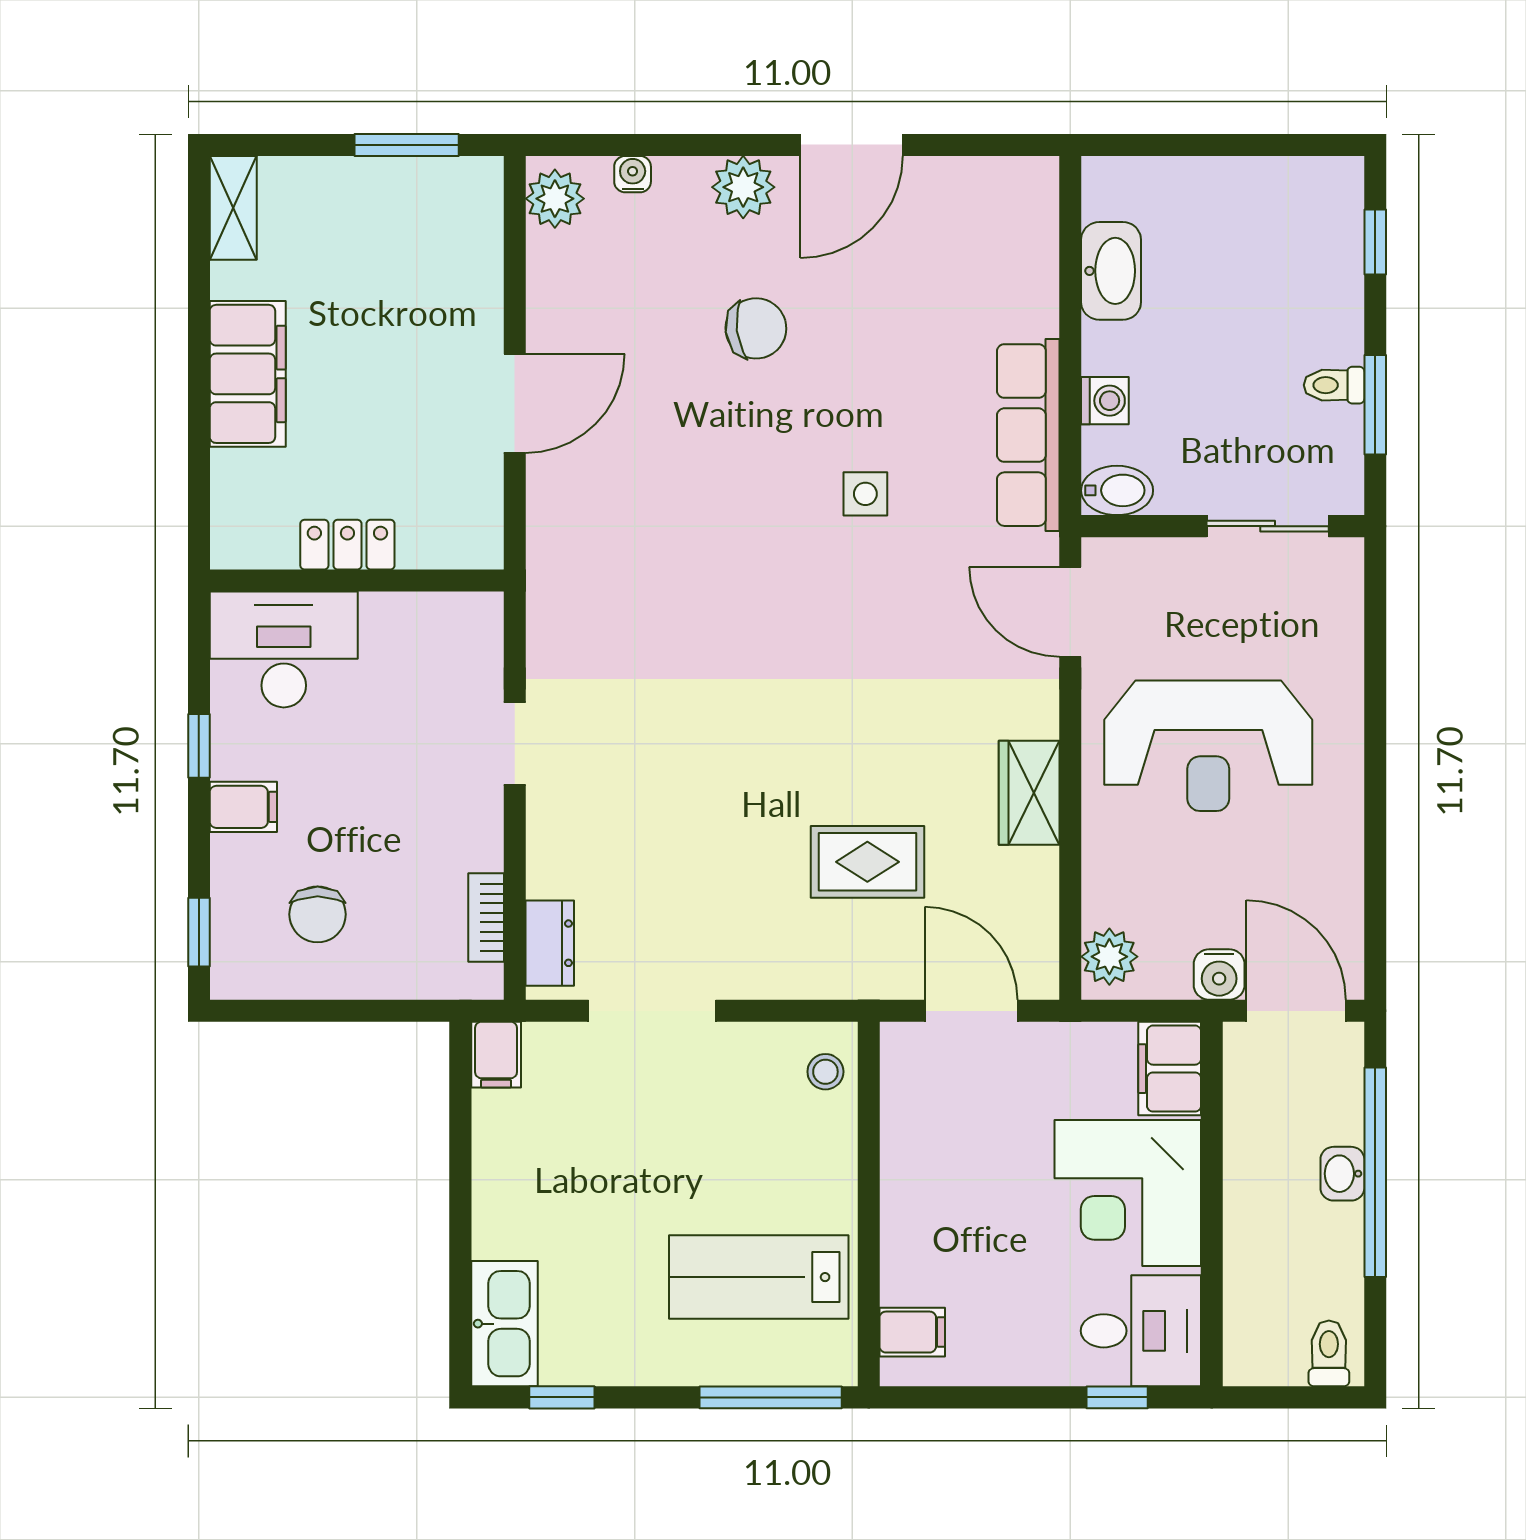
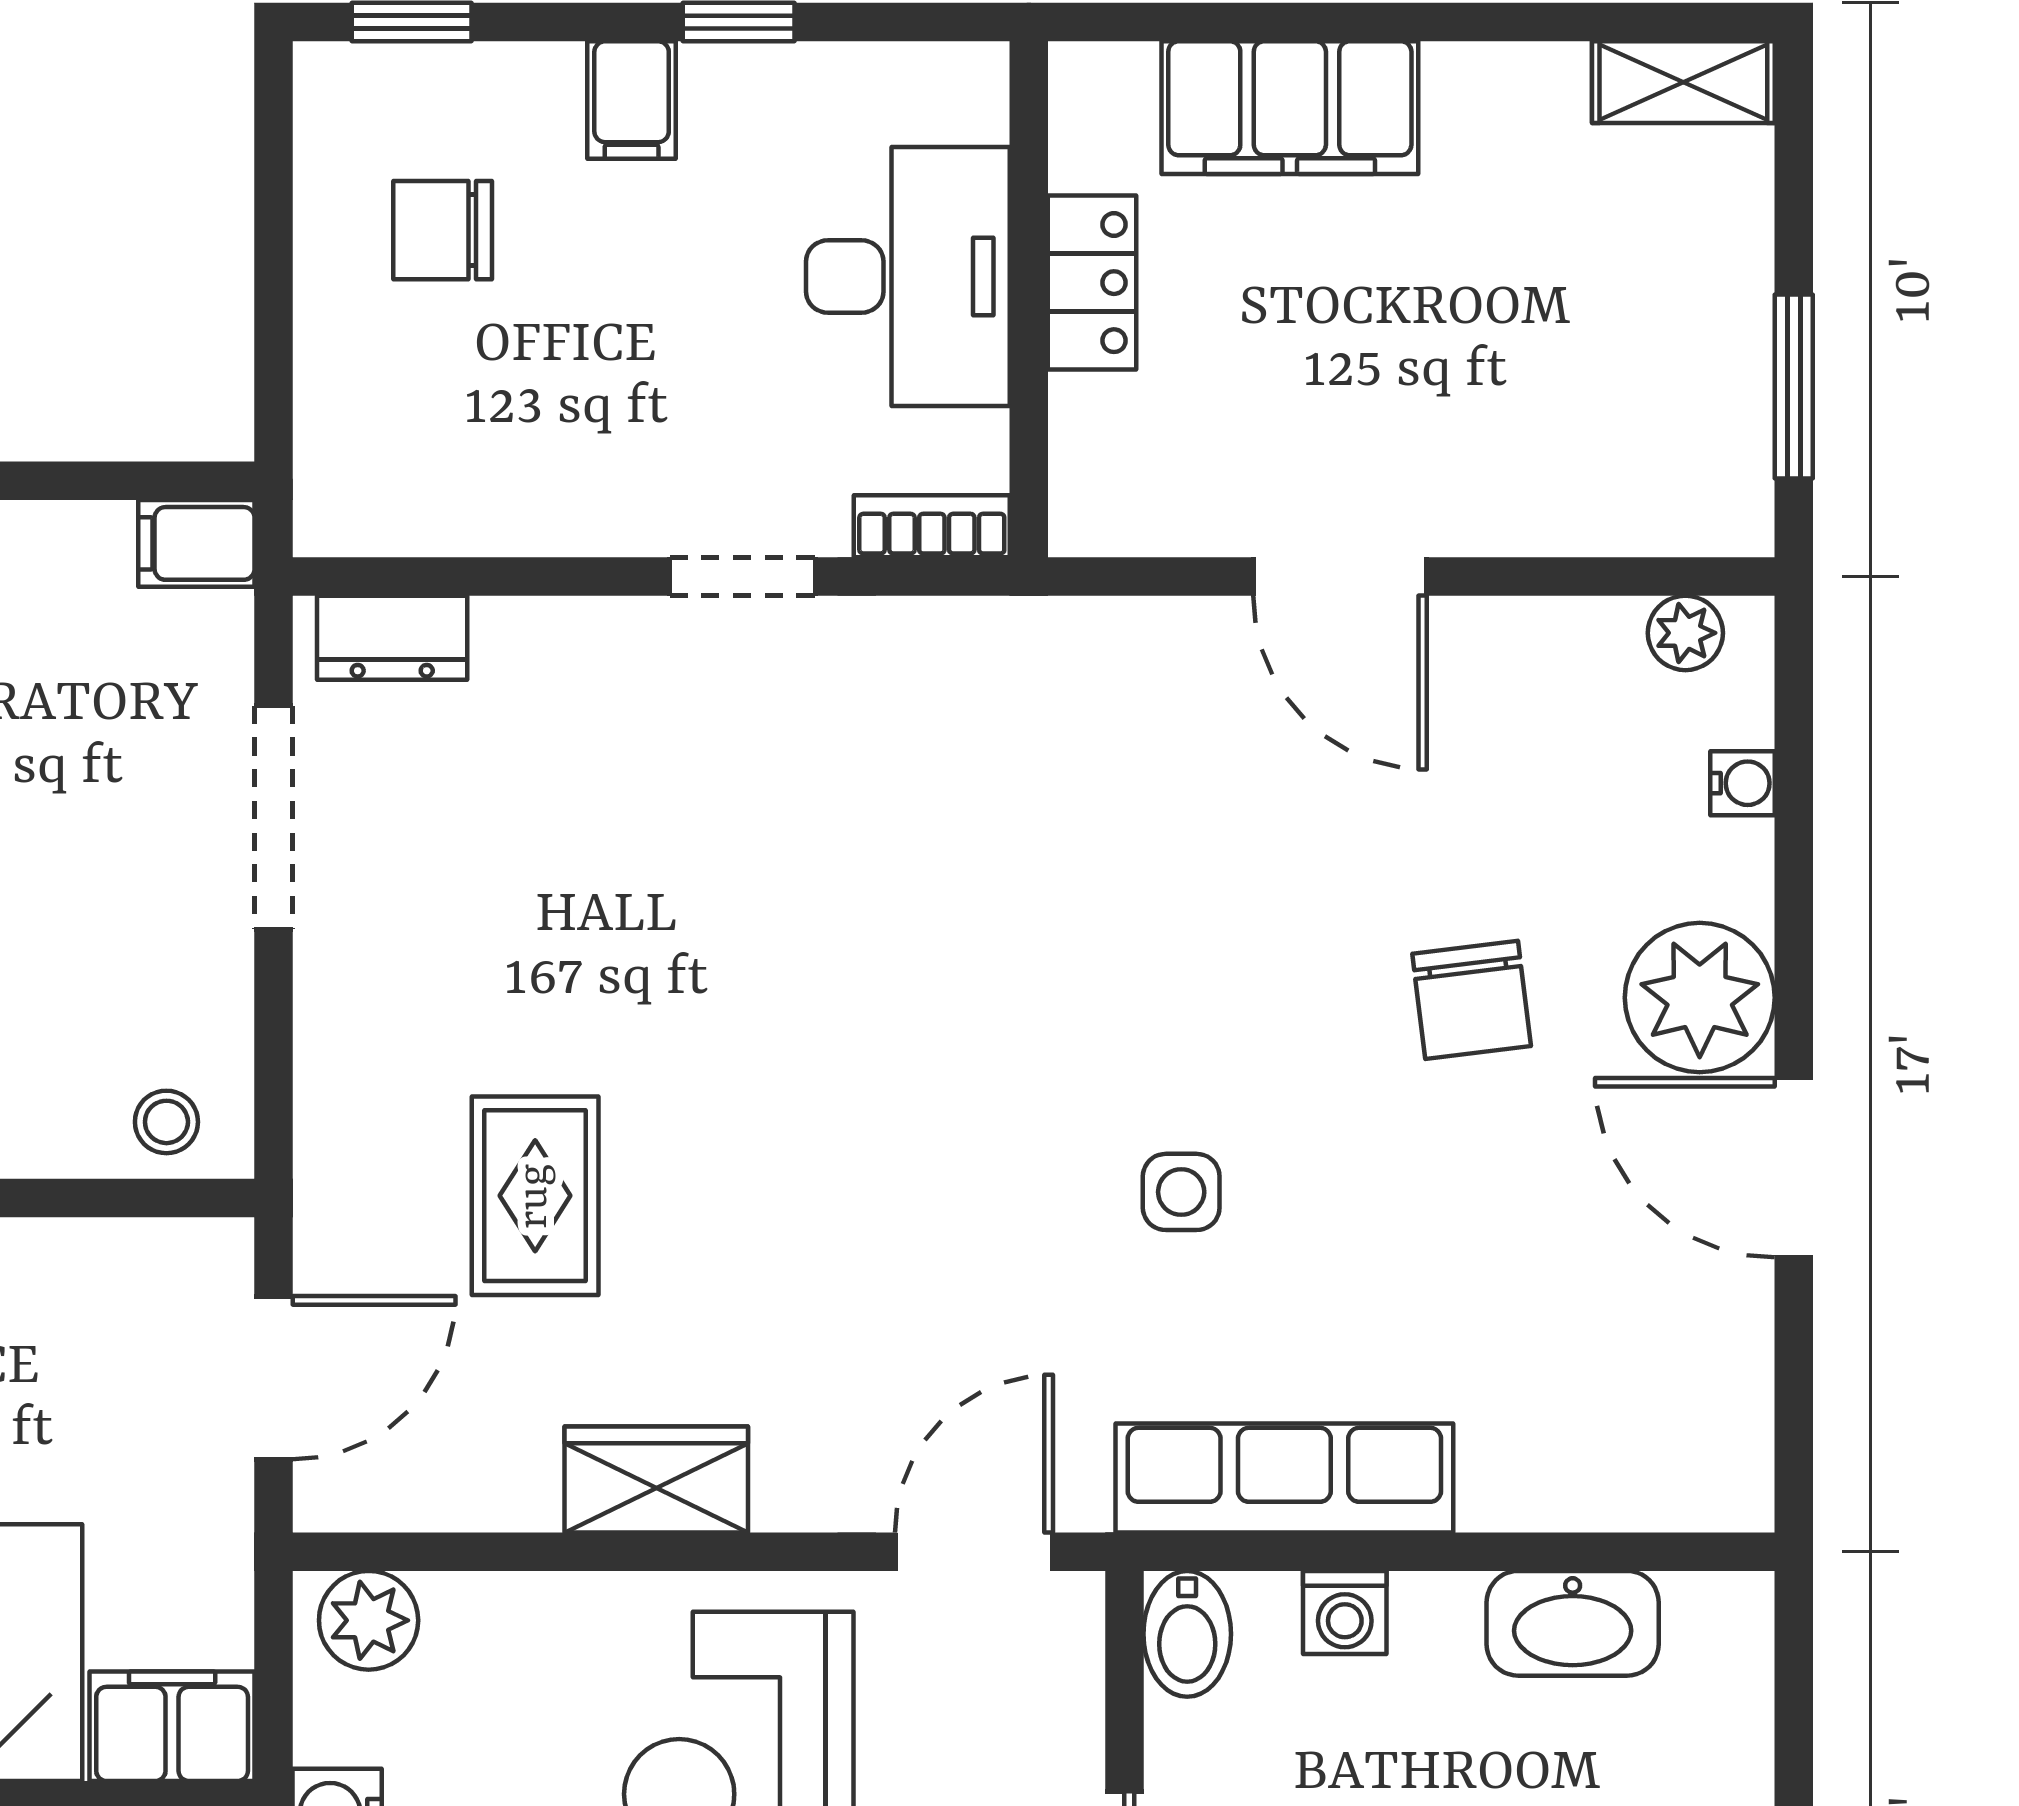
plant: (743, 187) -> (1700, 998), width x1.36, depth x1.36
plant: (555, 199) -> (1685, 633), width x0.73, depth x0.73
filing cabinet: (248, 374) -> (1290, 108), moved
desk: (284, 649) -> (908, 277), moved
bookcase: (486, 918) -> (932, 526), moved

